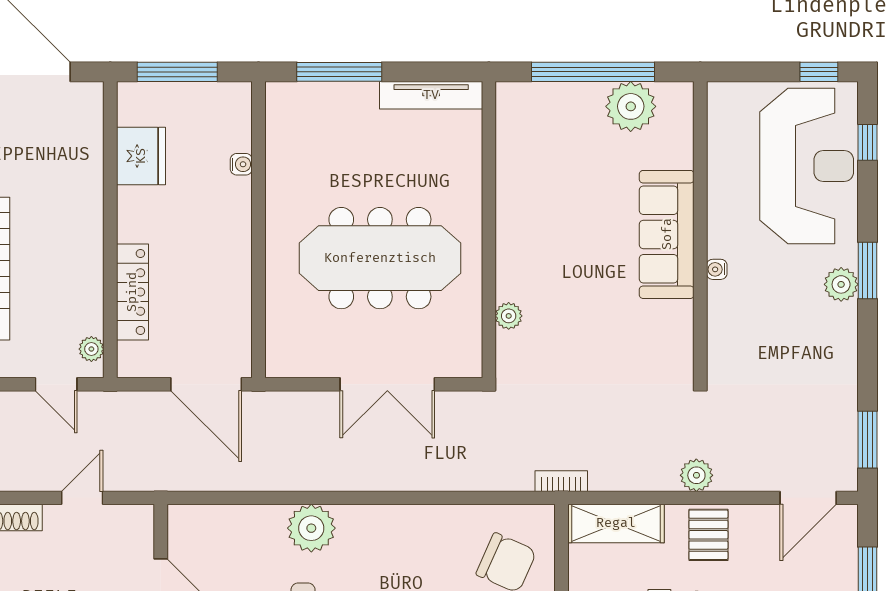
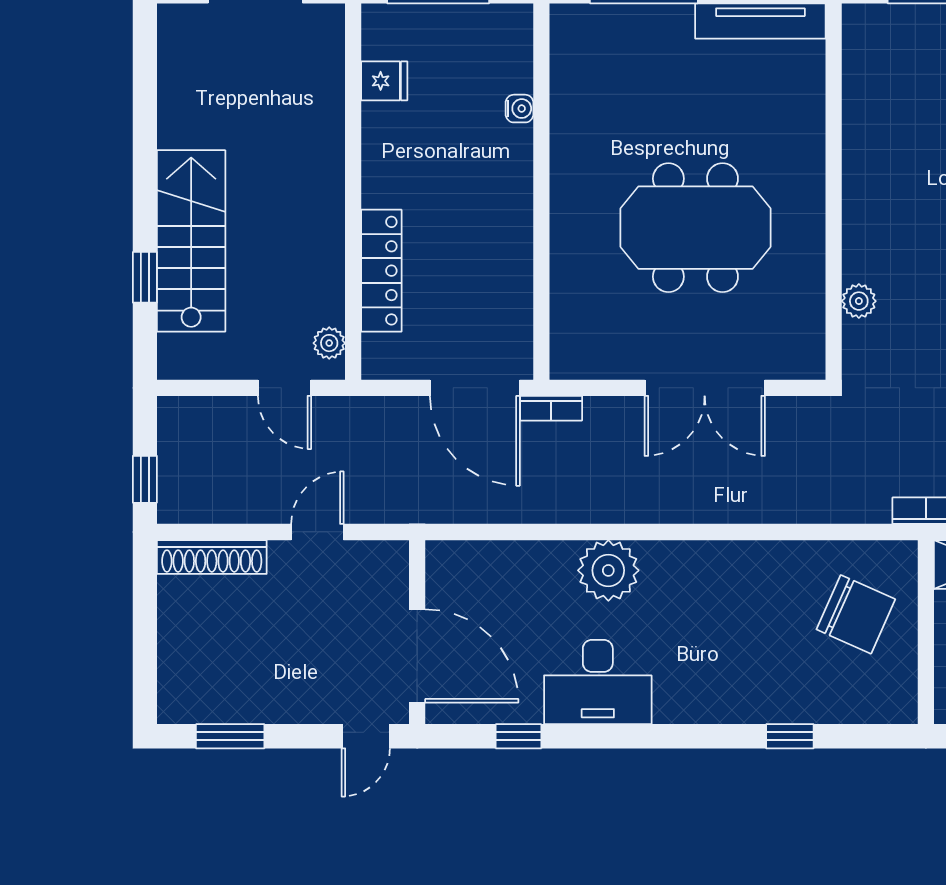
fridge: (141, 156) -> (384, 81), width x0.53, depth x0.75
meeting table: (380, 258) -> (695, 228), width x0.73
bookcase: (266, 400) -> (551, 408), added

